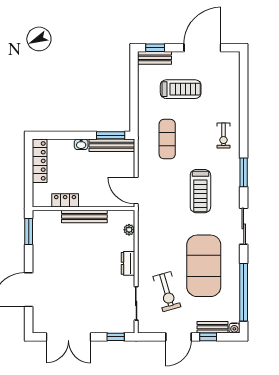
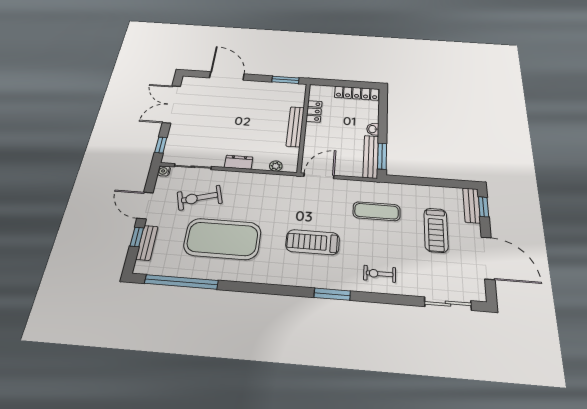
sliding door: (244, 226) -> (448, 304), moved
water cooler: (234, 328) -> (164, 171), moved

